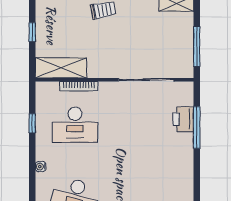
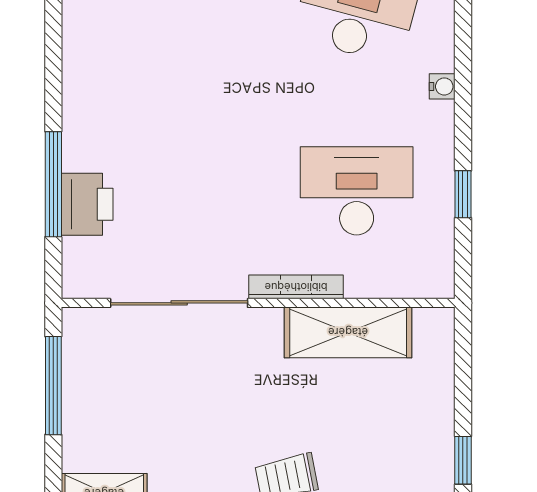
window: (32, 32) -> (463, 460), moved
shelving: (61, 68) -> (348, 332), moved
bookcase: (79, 86) -> (296, 287), moved

